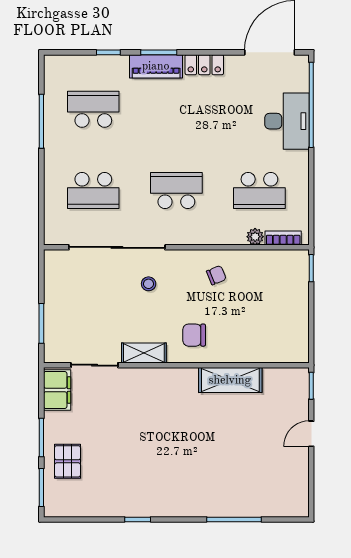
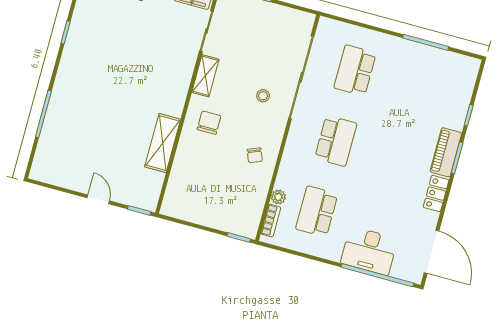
school desk: (93, 109) -> (424, 89), removed

